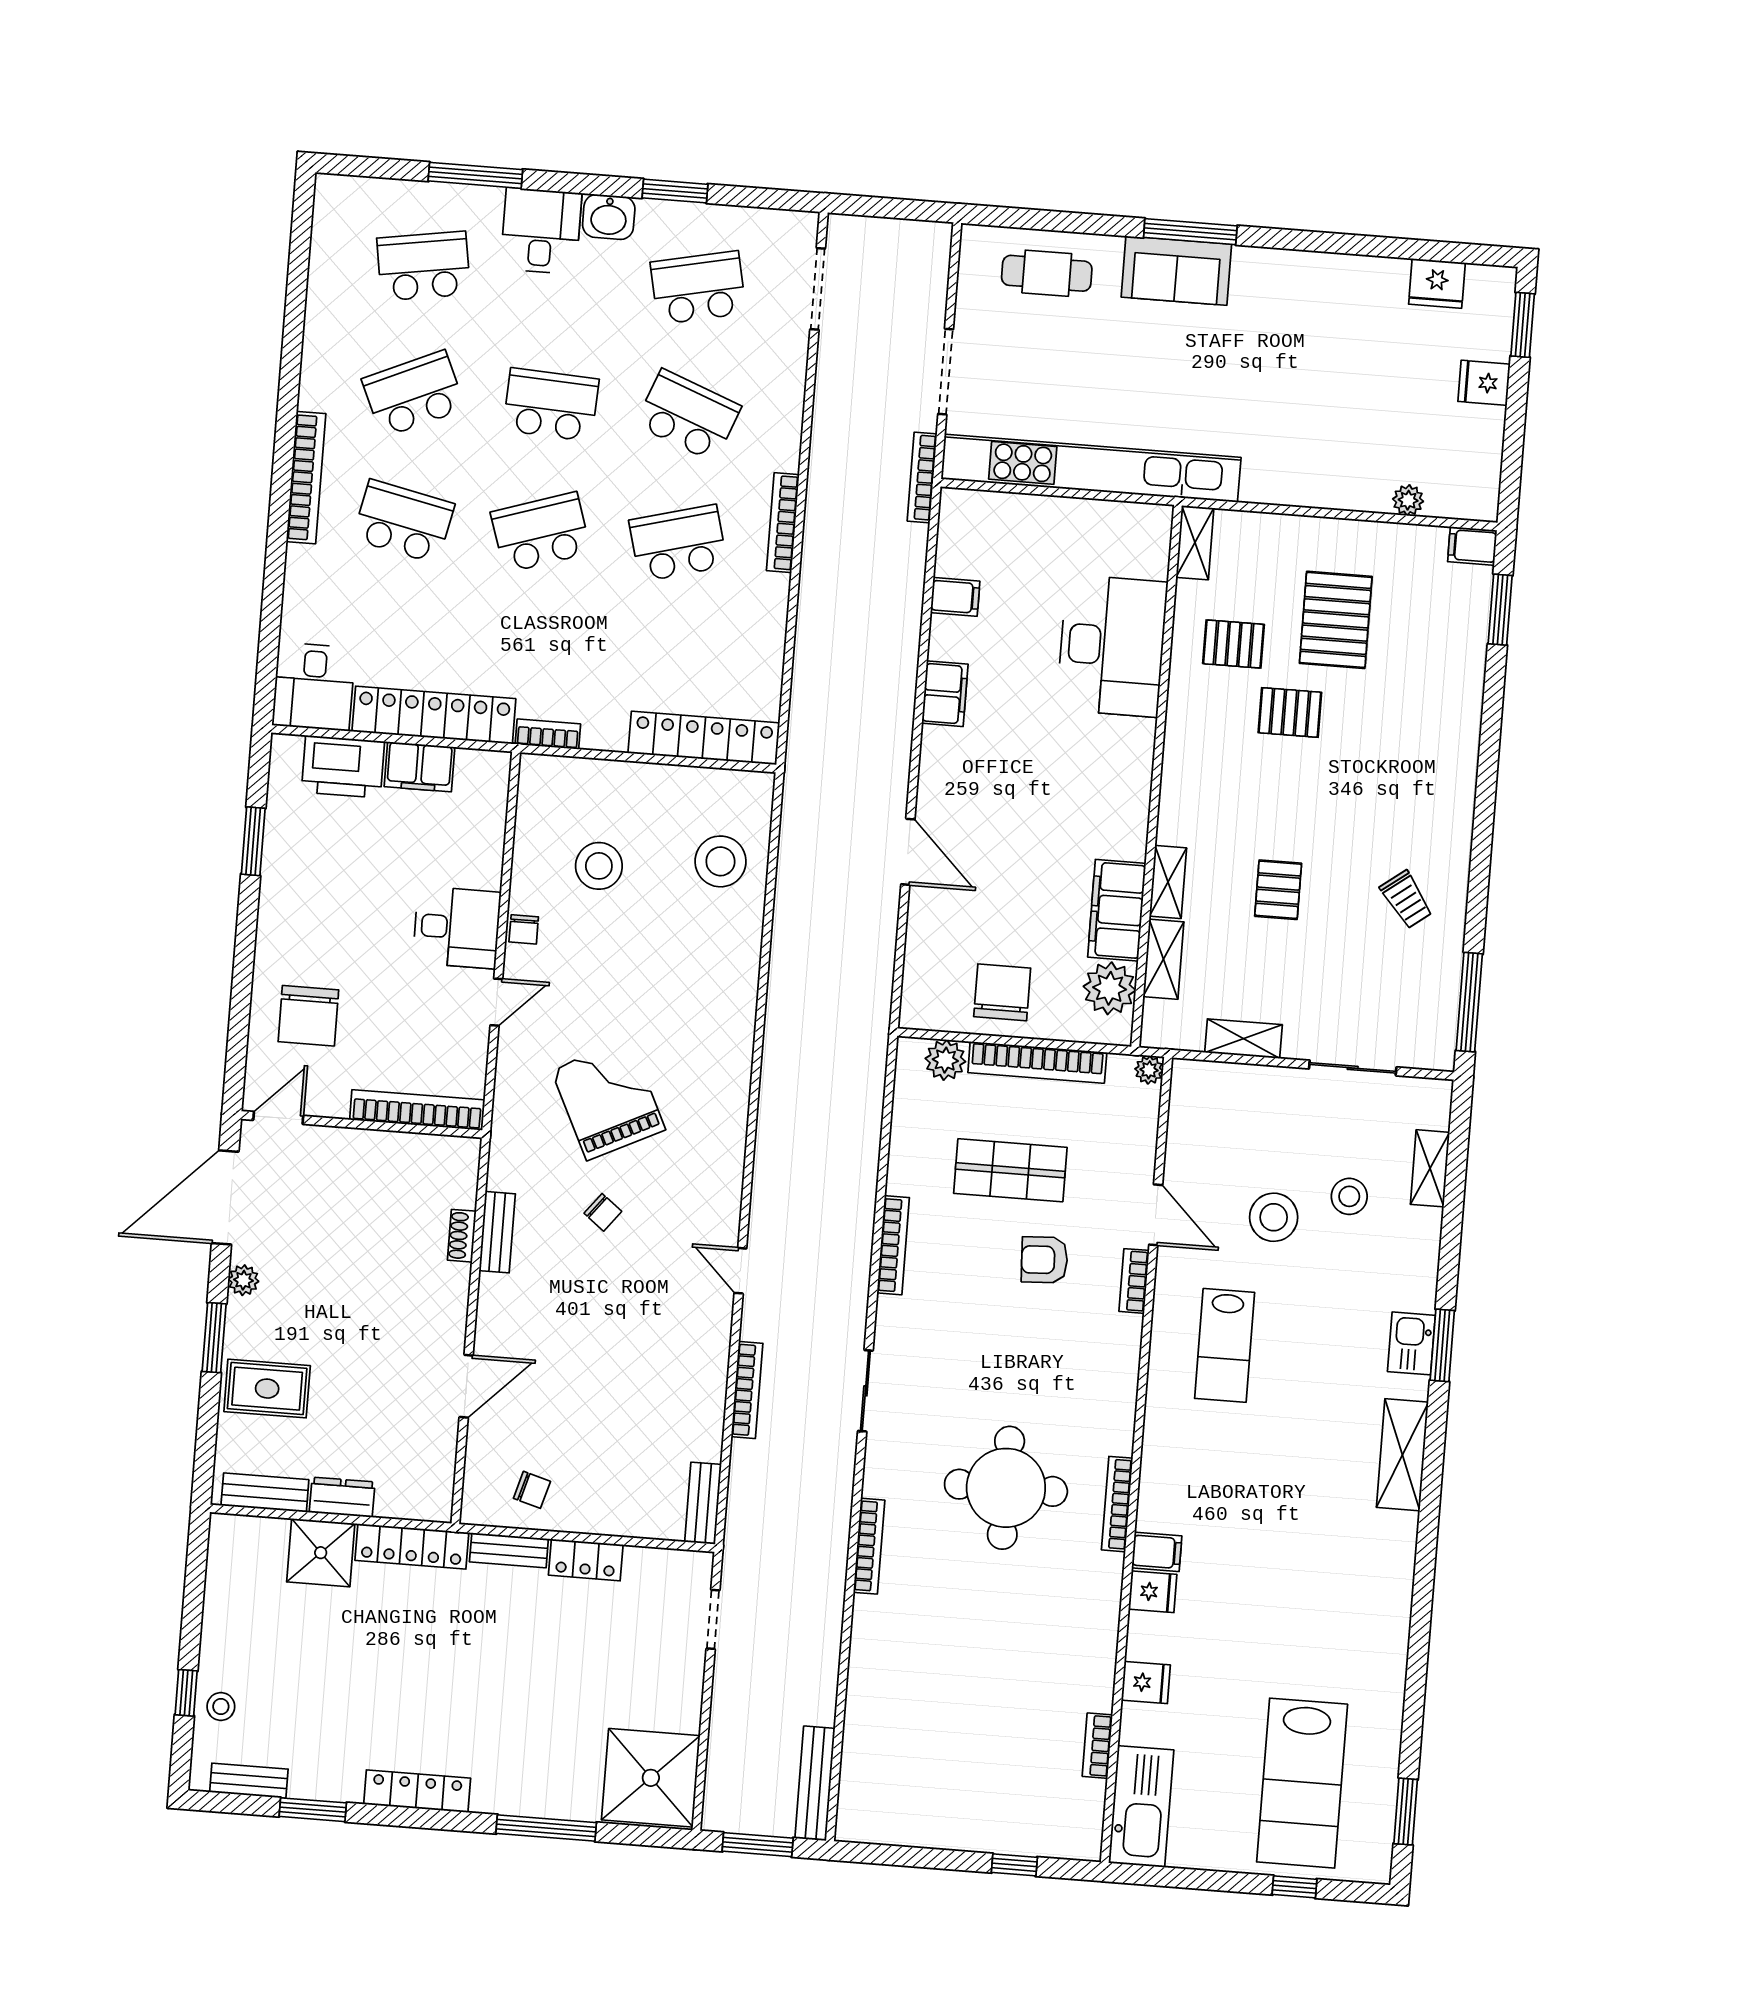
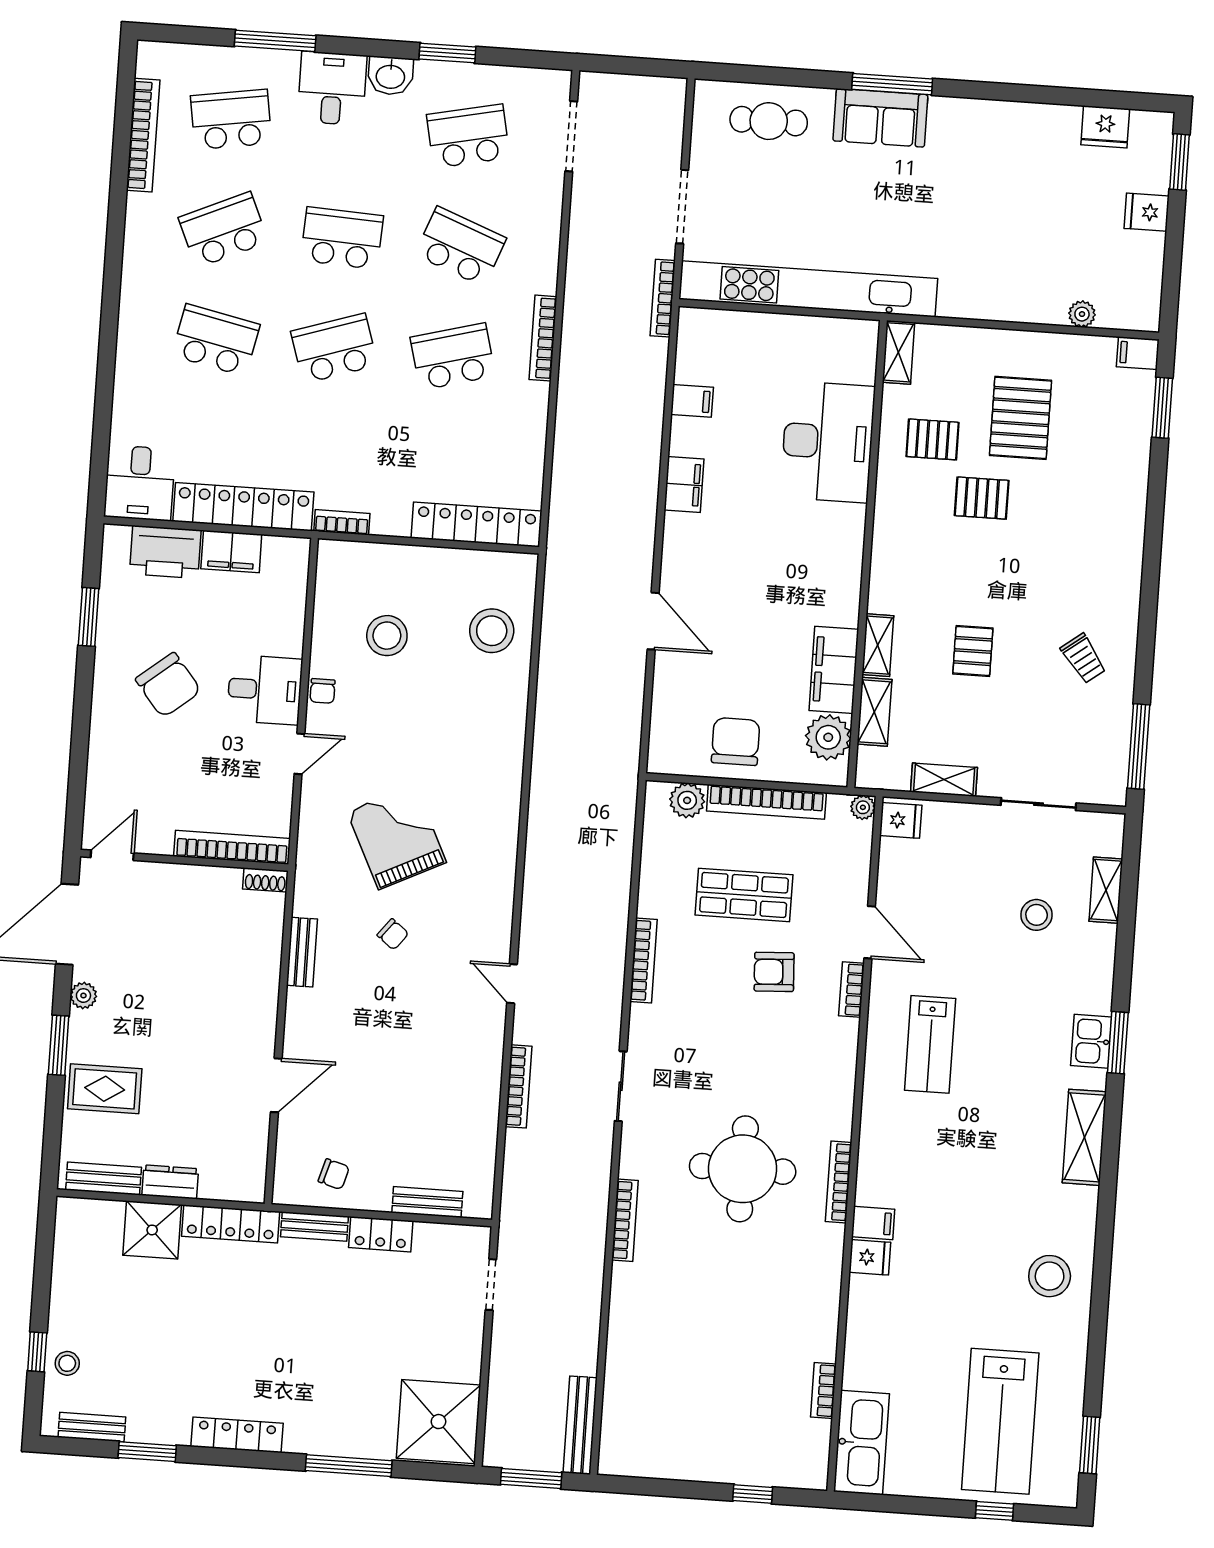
bookcase: (306, 478) -> (143, 135), moved
chair: (308, 1016) -> (168, 685), moved, turned -39
stool: (1274, 1217) -> (1050, 1276), moved
shoe rack: (462, 1236) -> (265, 880), moved, turned -90
bench: (703, 1503) -> (427, 1202), moved, turned 90
fridge: (1146, 1682) -> (901, 820), moved

